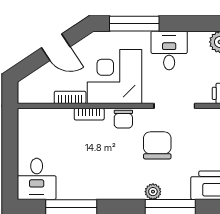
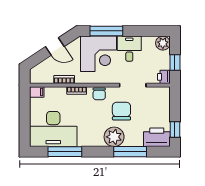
corner desk: (114, 76) -> (99, 54), moved, turned 180
filing cabinet: (28, 116) -> (37, 92), added
desk: (37, 179) -> (53, 129), width x1.87, depth x1.30
plant: (153, 192) -> (114, 137), width x1.87, depth x1.87

